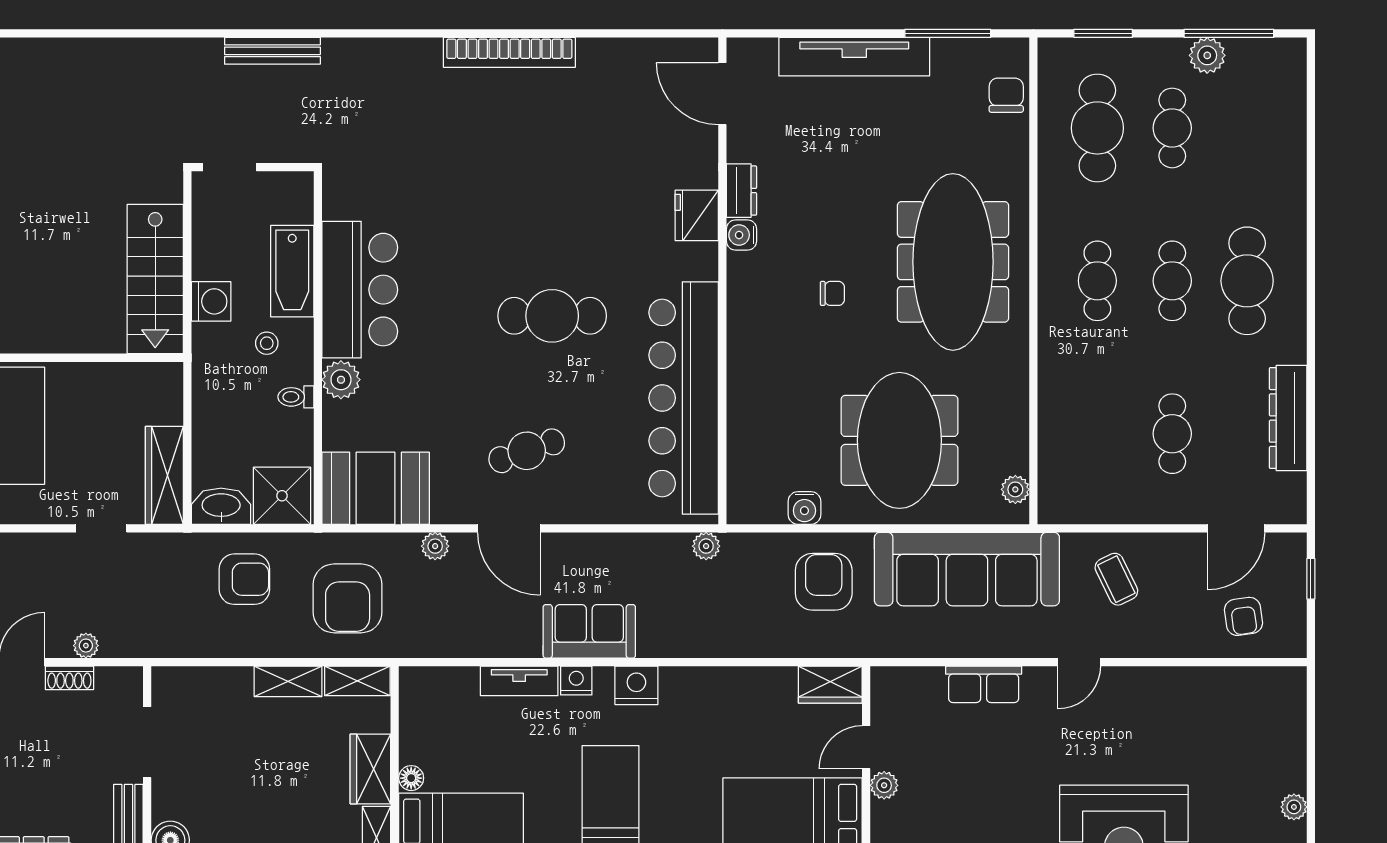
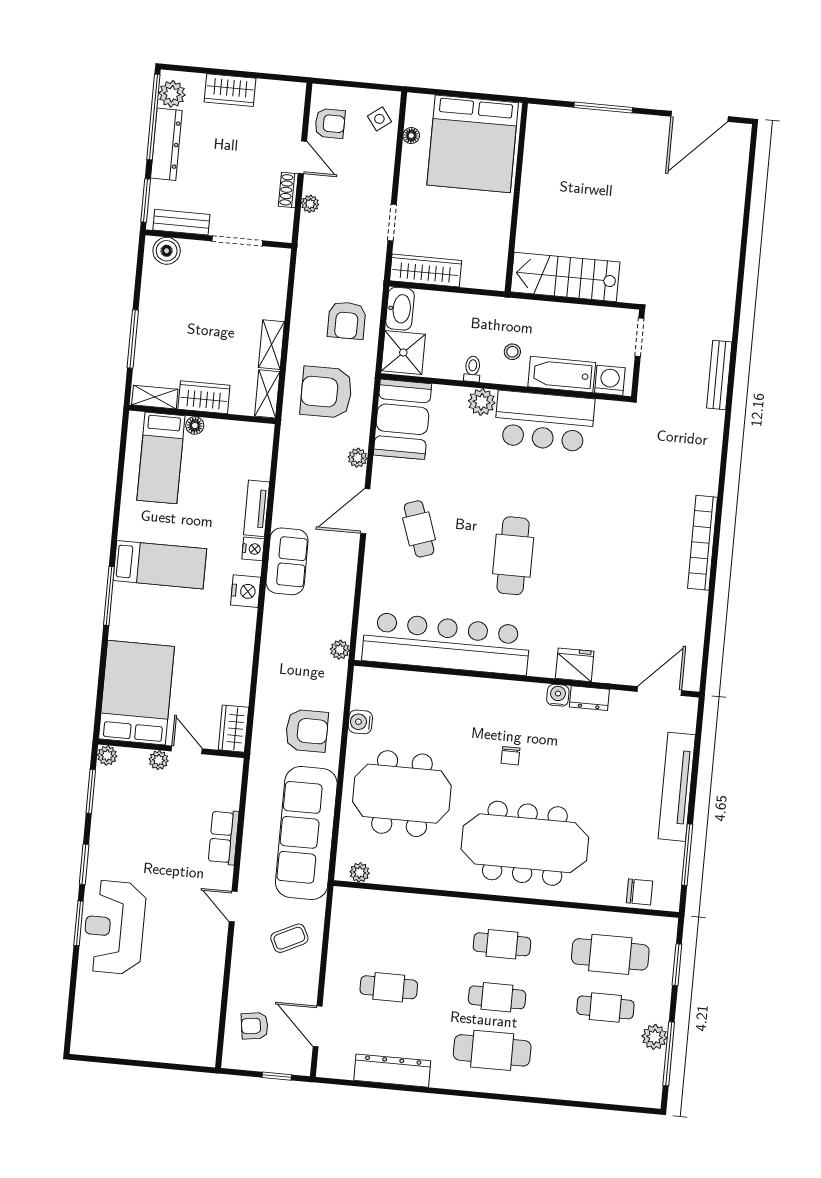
washing machine: (211, 301) -> (610, 380), moved, turned 180
plant: (1294, 807) -> (116, 1049), removed

